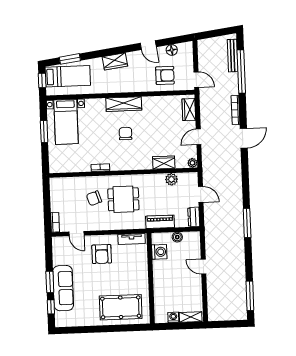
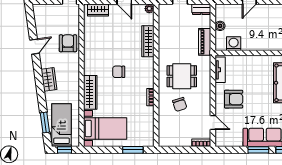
floor lamp: (172, 50) -> (40, 24), removed
armchair: (165, 75) -> (68, 43), moved
wardrobe: (124, 104) -> (90, 92), moved
window: (44, 132) -> (133, 150), moved
wardrobe: (164, 163) -> (148, 41), width x1.50
plant: (171, 179) -> (164, 29), removed
dining table: (123, 199) -> (182, 76), turned 90
door: (77, 234) -> (213, 123), hinge flipped

